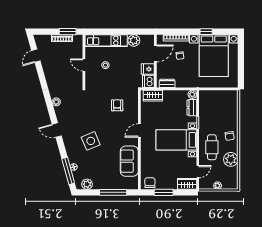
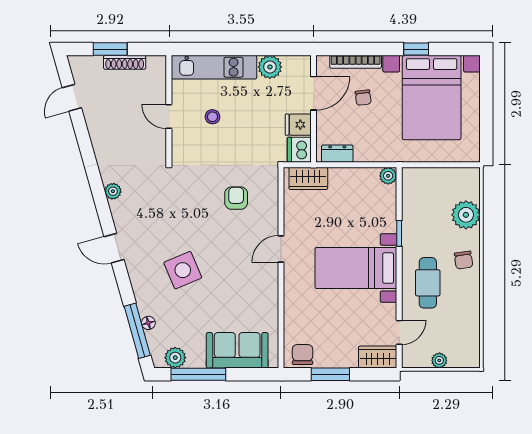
window: (68, 32) -> (110, 49), moved
dresser: (192, 108) -> (387, 203), removed
plant: (231, 159) -> (466, 215), moved
sofa: (129, 161) -> (237, 350), moved, turned 90
window: (113, 192) -> (198, 374), moved

